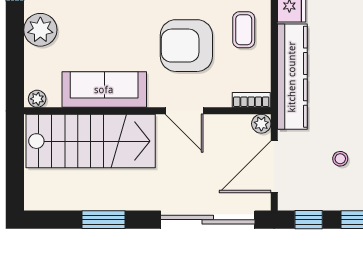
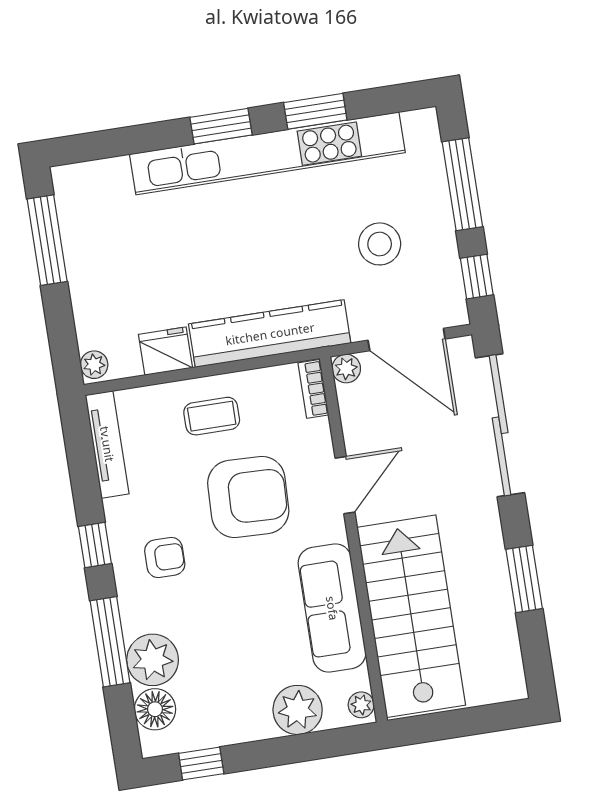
plant: (40, 30) -> (298, 710), moved
armchair: (186, 46) -> (248, 497), turned -88
stool: (340, 159) -> (380, 244), width x1.89, depth x1.89

